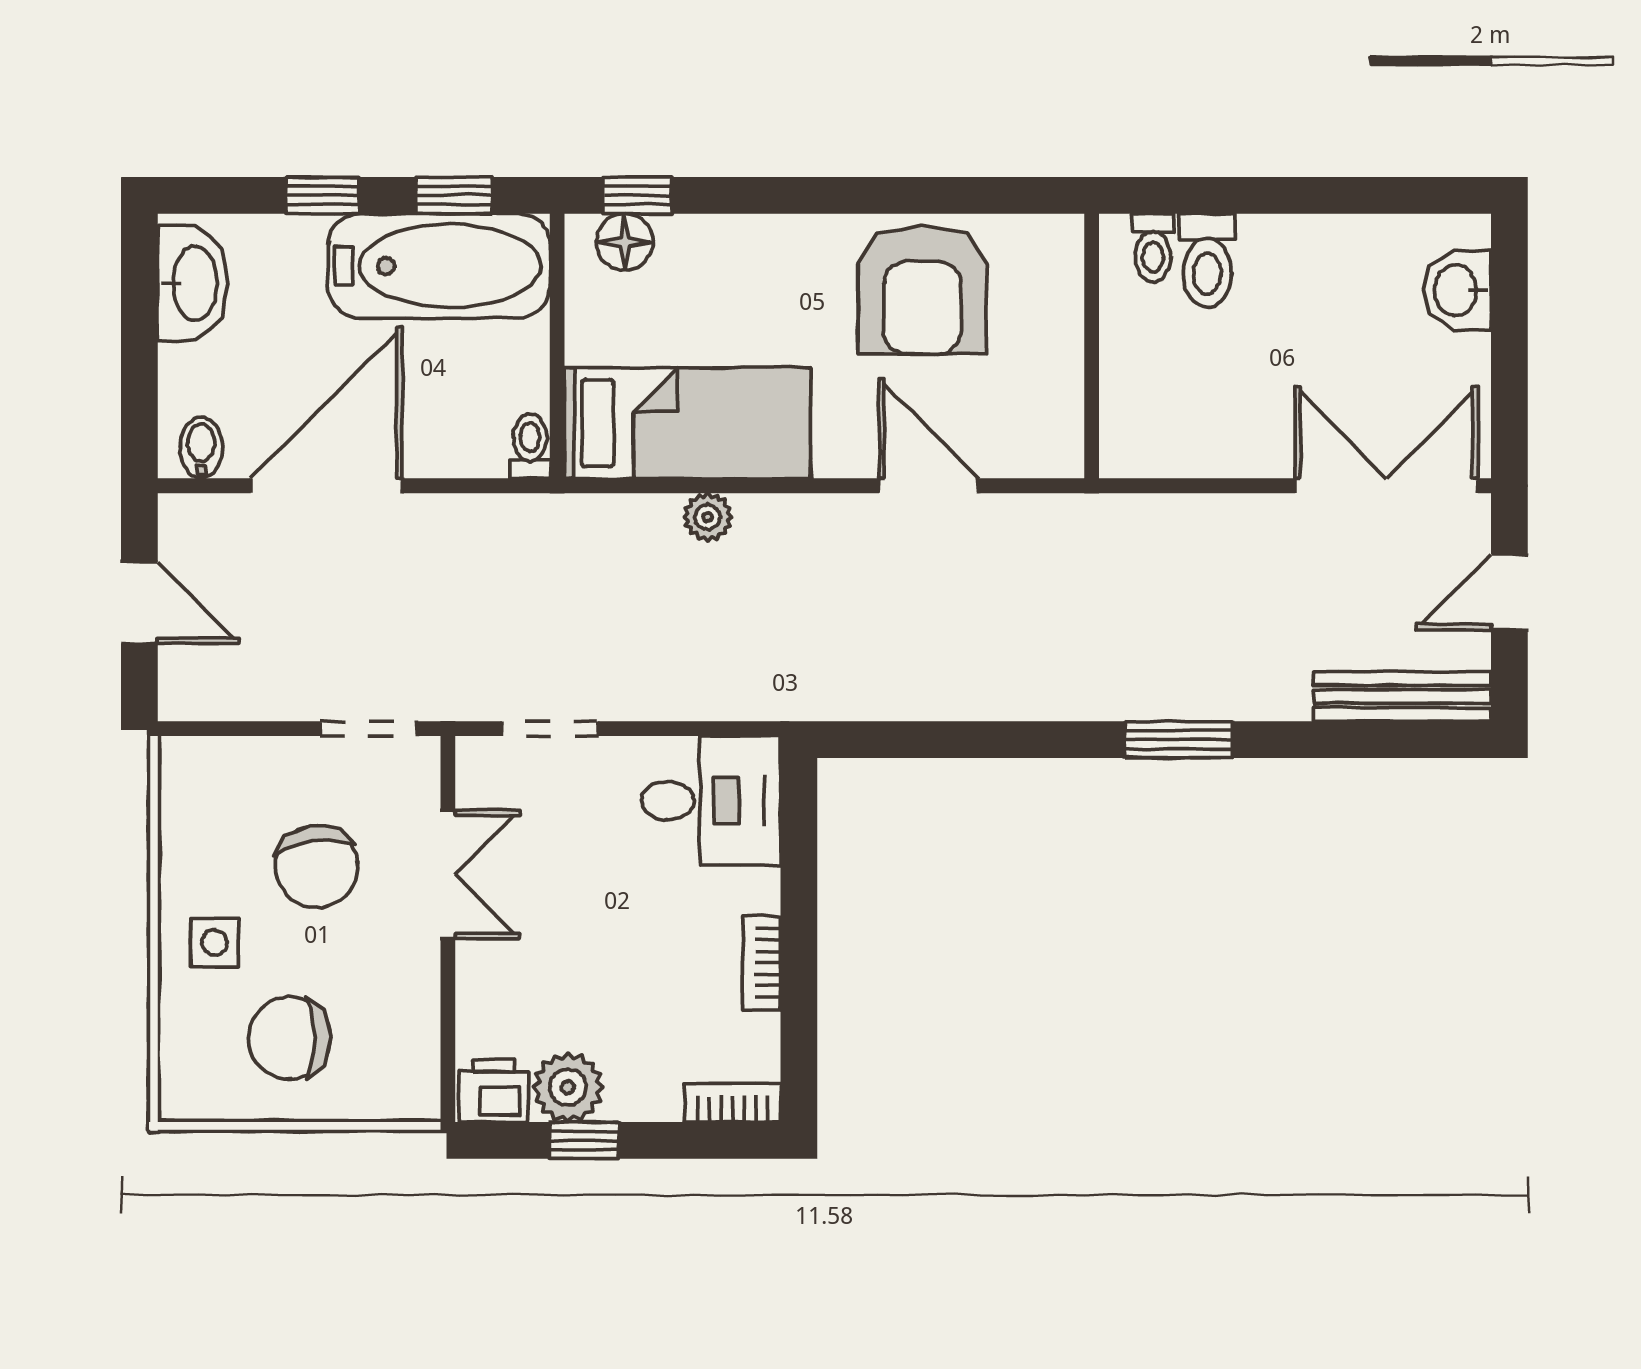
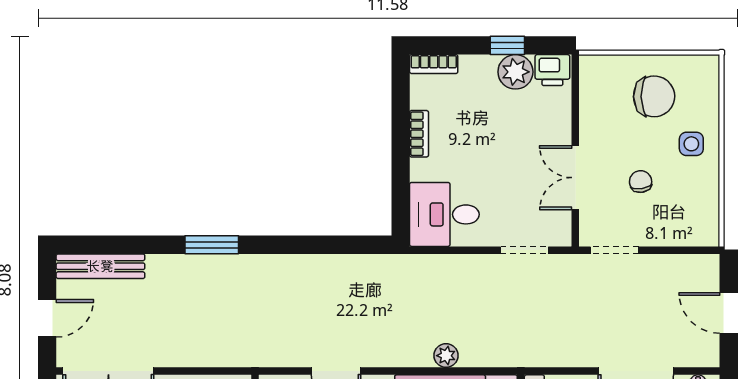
chair: (317, 867) -> (641, 182), width x0.54, depth x0.54

